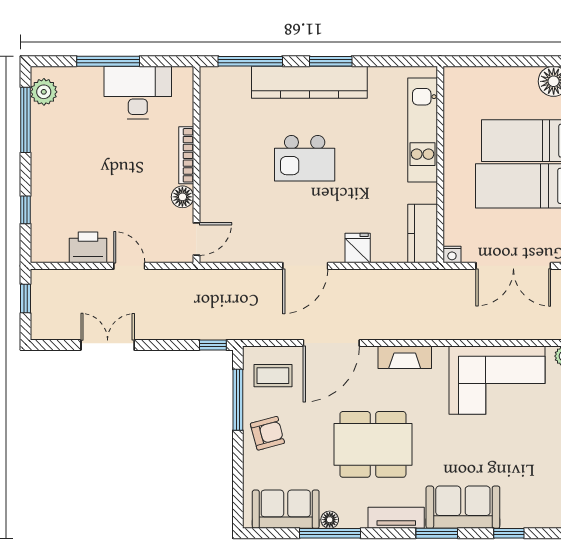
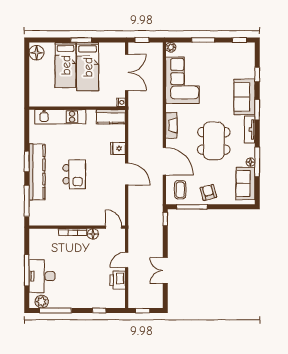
desk: (138, 92) -> (42, 276), moved

